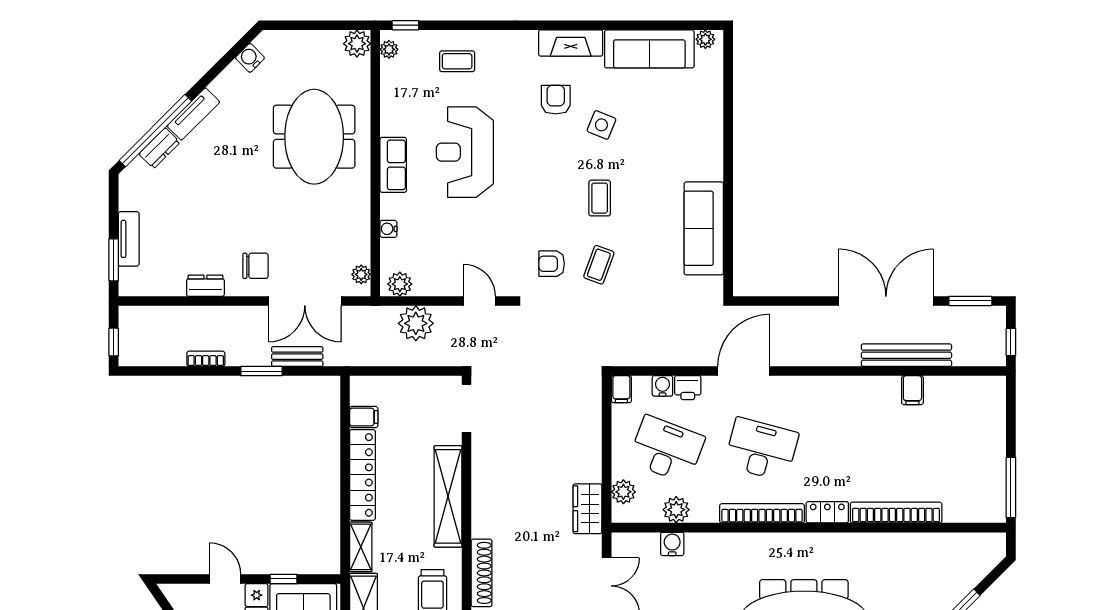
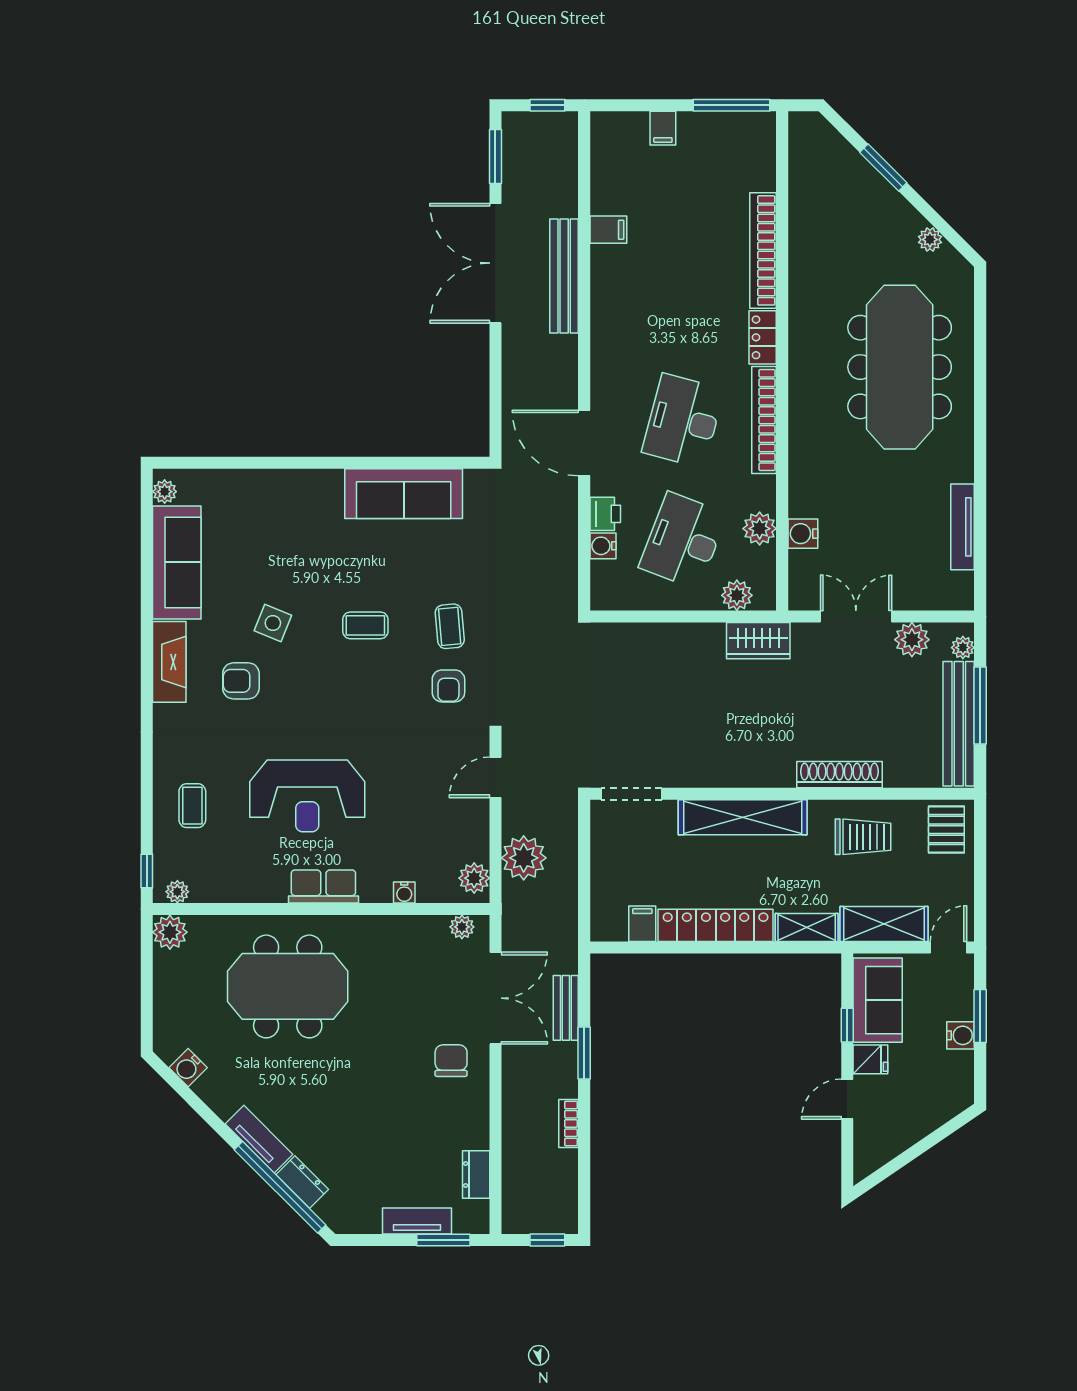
coffee table: (599, 265) -> (450, 626), turned 65
dresser: (205, 286) -> (476, 1175), moved
bench: (906, 355) -> (564, 276), moved
filing cabinet: (621, 389) -> (663, 128), moved, turned 90

